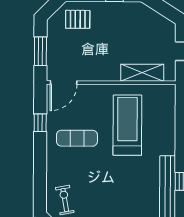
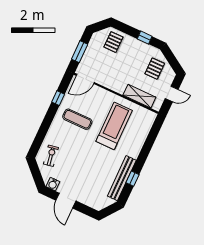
pallet: (78, 19) -> (113, 42), turned 90
pallet: (145, 29) -> (155, 69), added

